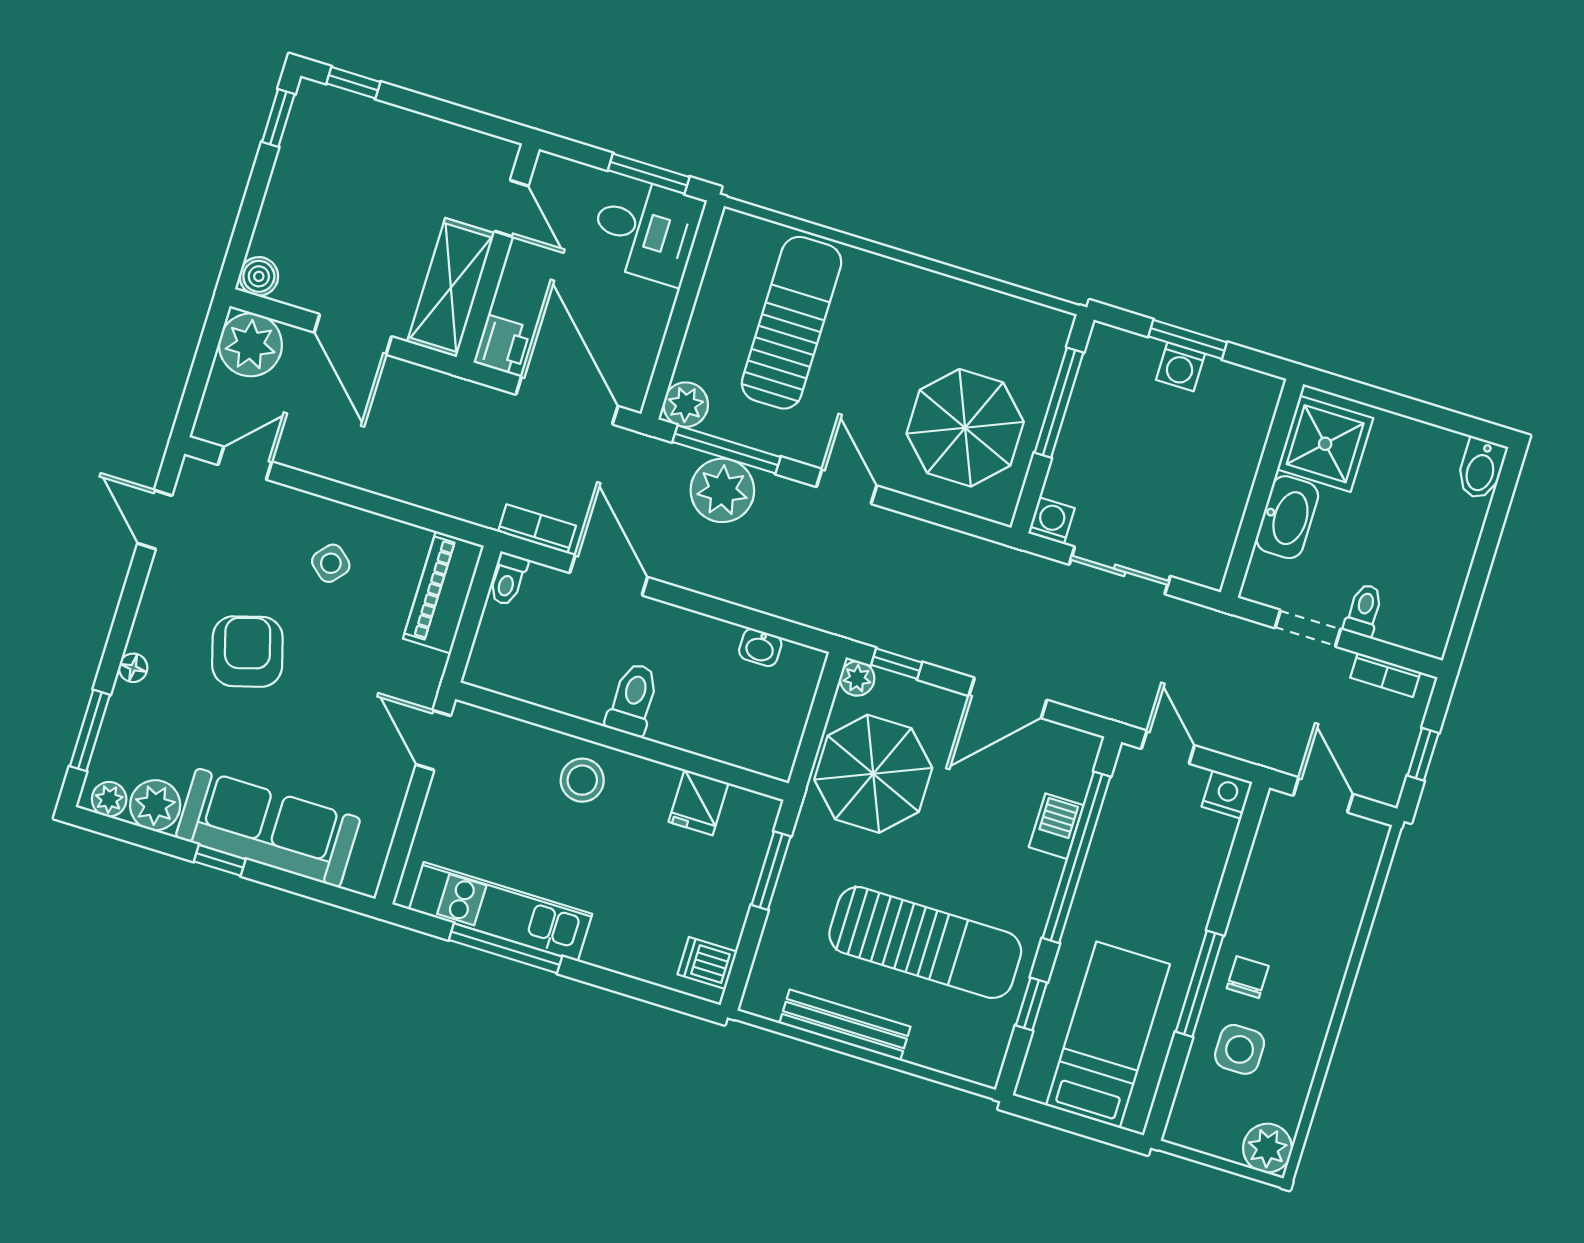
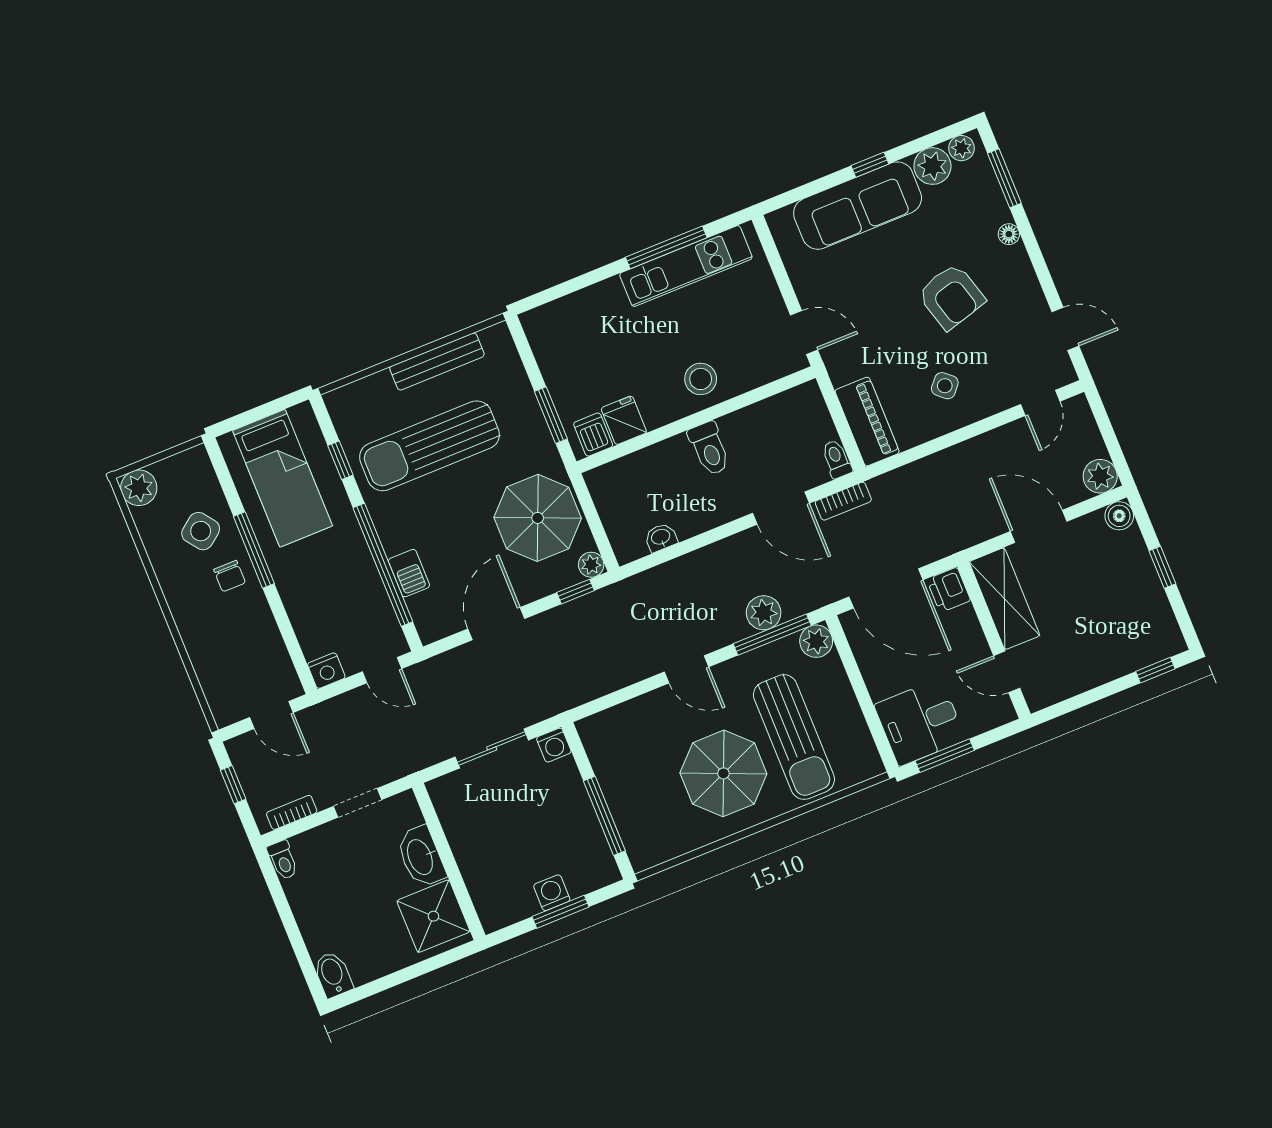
window: (278, 118) -> (1162, 567), moved
plant: (250, 345) -> (1100, 476), width x0.73, depth x0.73
parasol: (965, 428) -> (723, 773), moved
plant: (722, 490) -> (764, 613), width x0.73, depth x0.73
toilet: (1364, 610) -> (283, 860), moved
dishwasher: (707, 963) -> (593, 435), moved, turned -90
side table: (1240, 1049) -> (201, 531), turned -37

